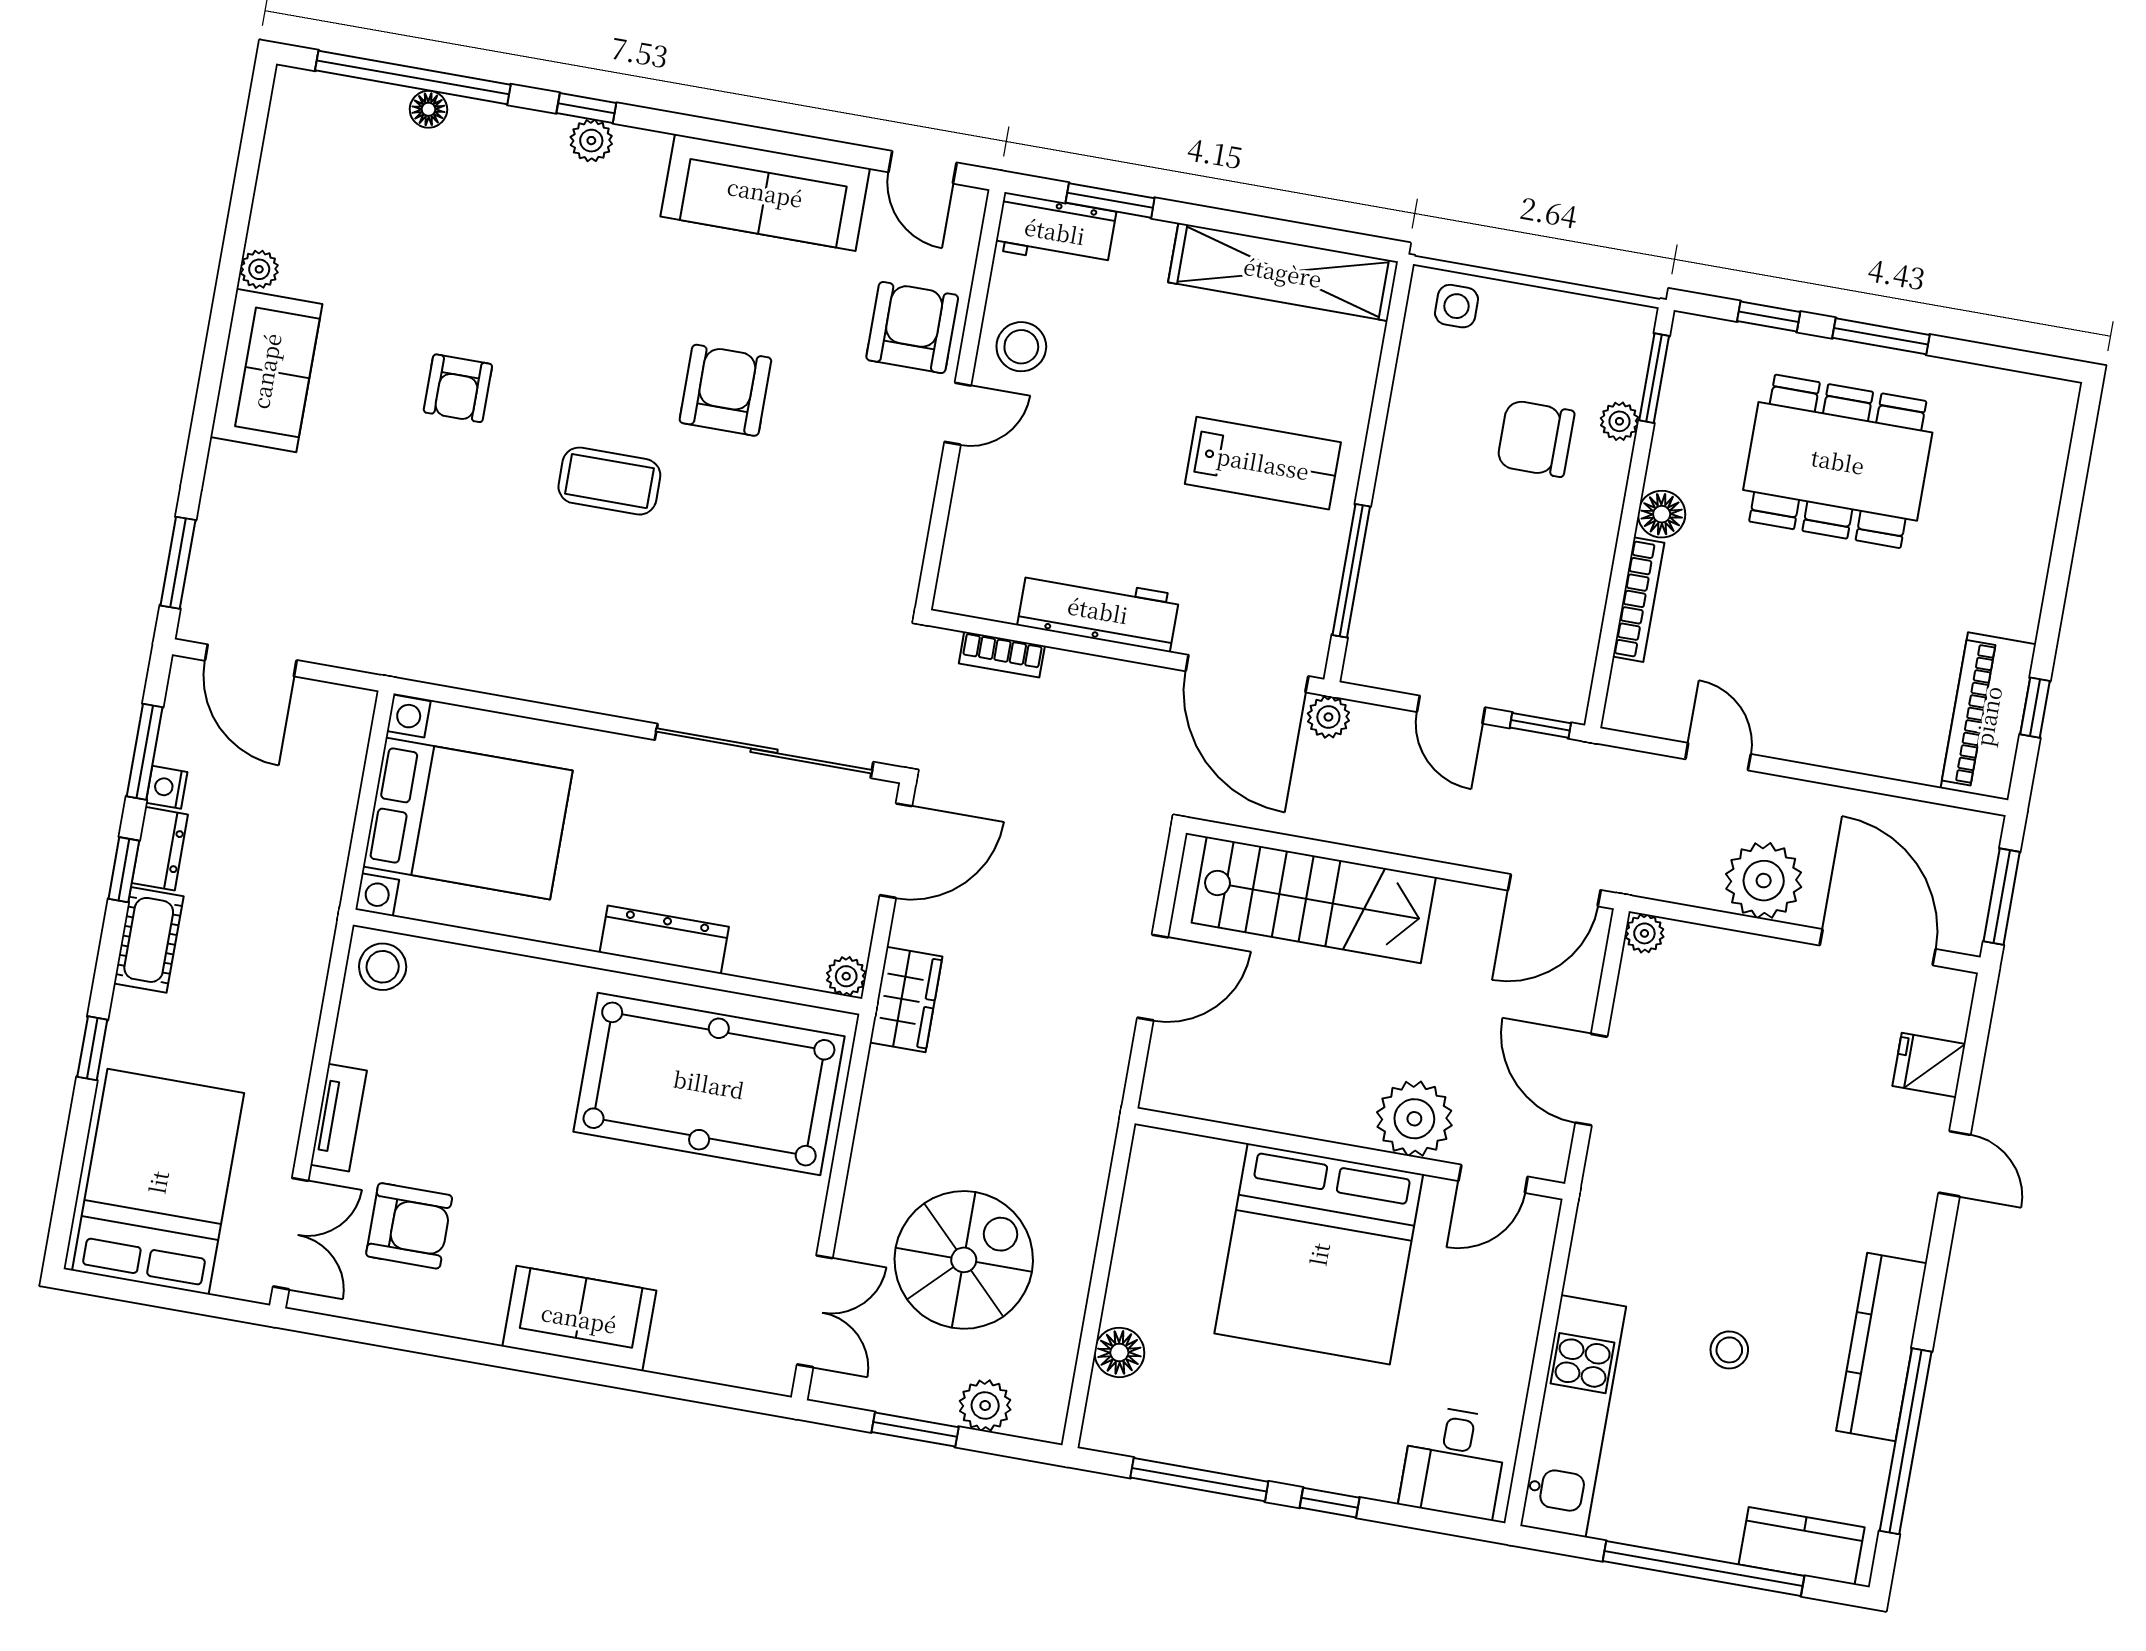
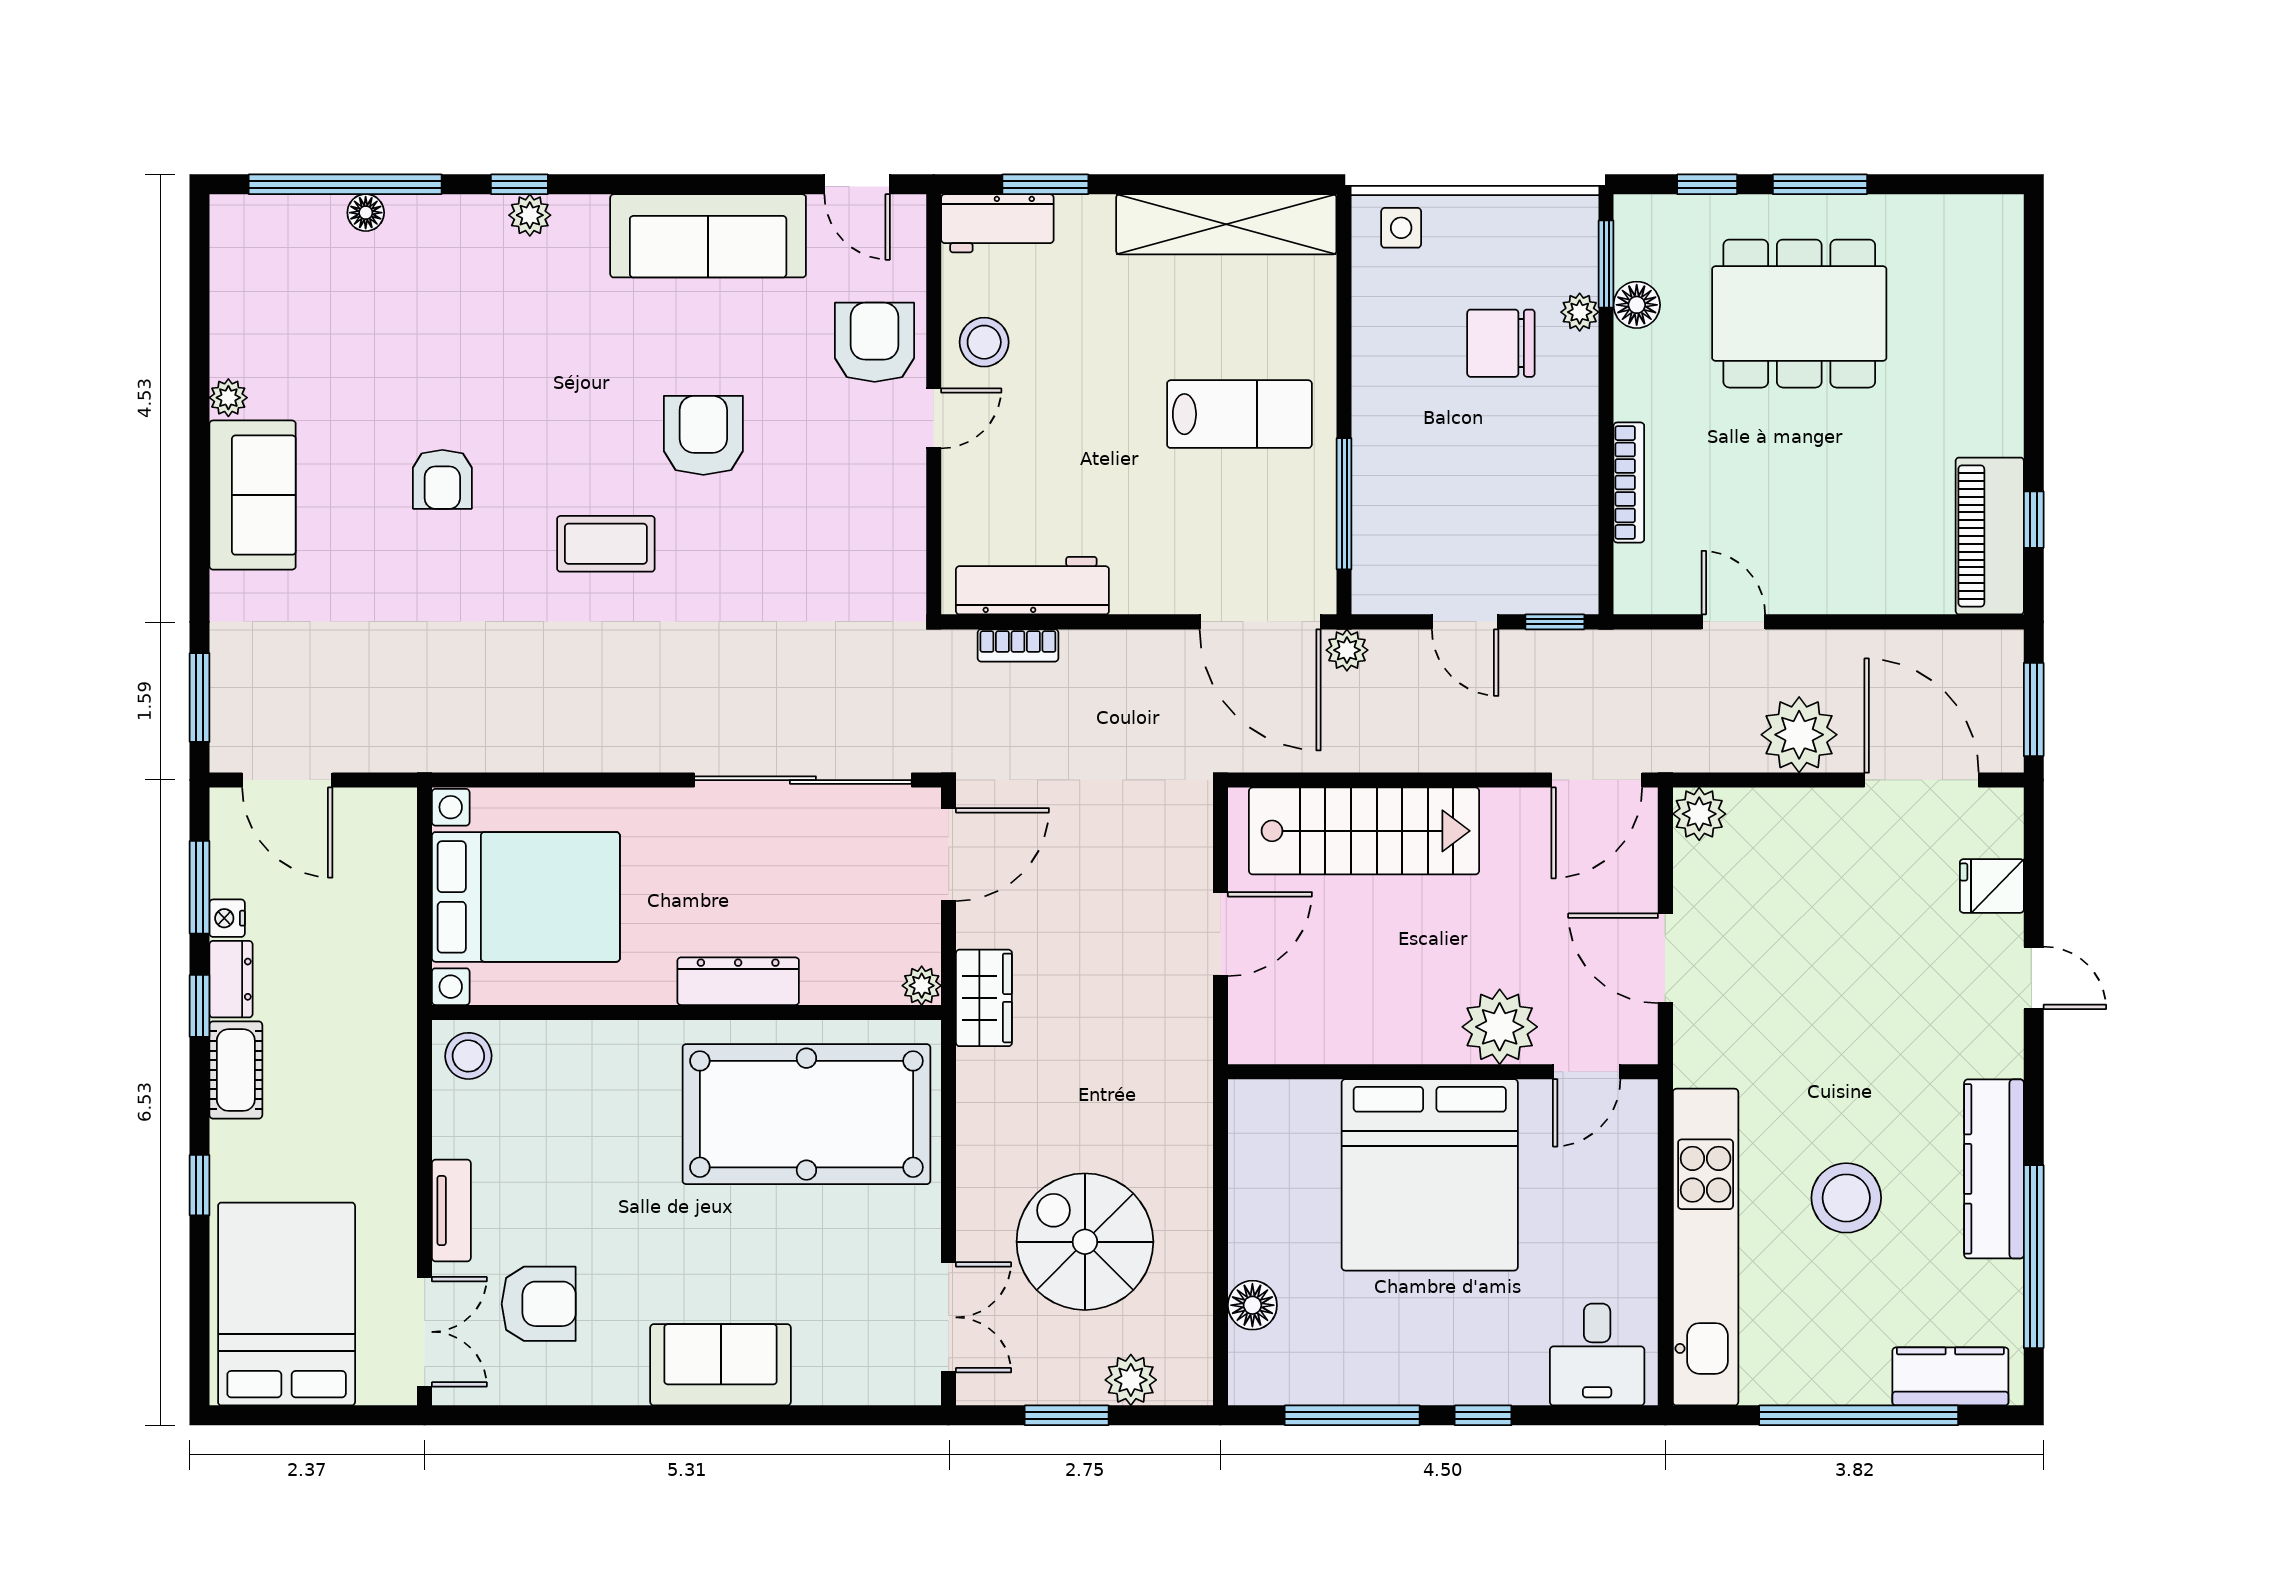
floor lamp: (1662, 514) -> (1637, 305), moved
workbench: (1098, 610) -> (1032, 586), moved
plant: (1644, 933) -> (1699, 814), width x1.38, depth x1.38
spiral stairs: (964, 1260) -> (1085, 1242), turned -90
stool: (1729, 1350) -> (1846, 1198), width x1.89, depth x1.89
kitchen unit: (1573, 1416) -> (1706, 1247), width x1.36

